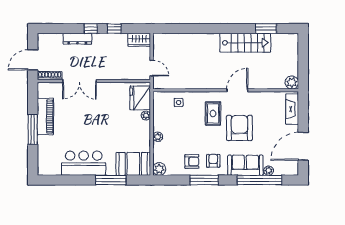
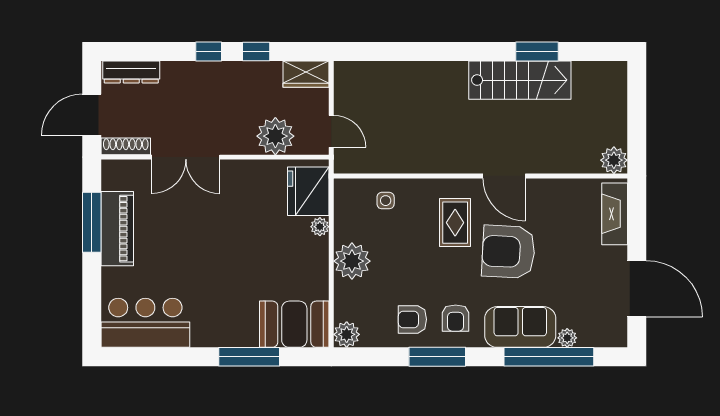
window: (266, 29) -> (537, 51), moved
dresser: (77, 39) -> (131, 72), moved
plant: (124, 71) -> (275, 136), added
door: (237, 90) -> (504, 176), swing flipped
armchair: (239, 128) -> (508, 252), turned -87
window: (33, 130) -> (92, 222), moved
plant: (158, 137) -> (352, 261), width x1.87, depth x1.87
door: (303, 146) -> (637, 289), swing flipped
armchair: (213, 161) -> (456, 318), turned 180
armchair: (192, 162) -> (412, 319), turned 180
bar counter: (84, 163) -> (145, 323), moved

